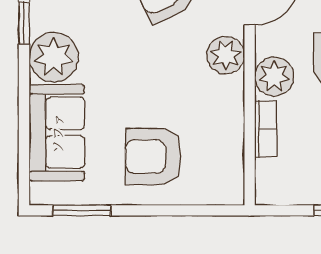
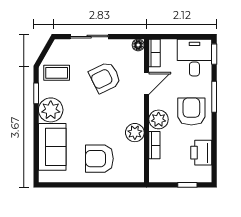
plant: (226, 55) -> (135, 133), moved
window: (82, 210) -> (64, 185), removed

